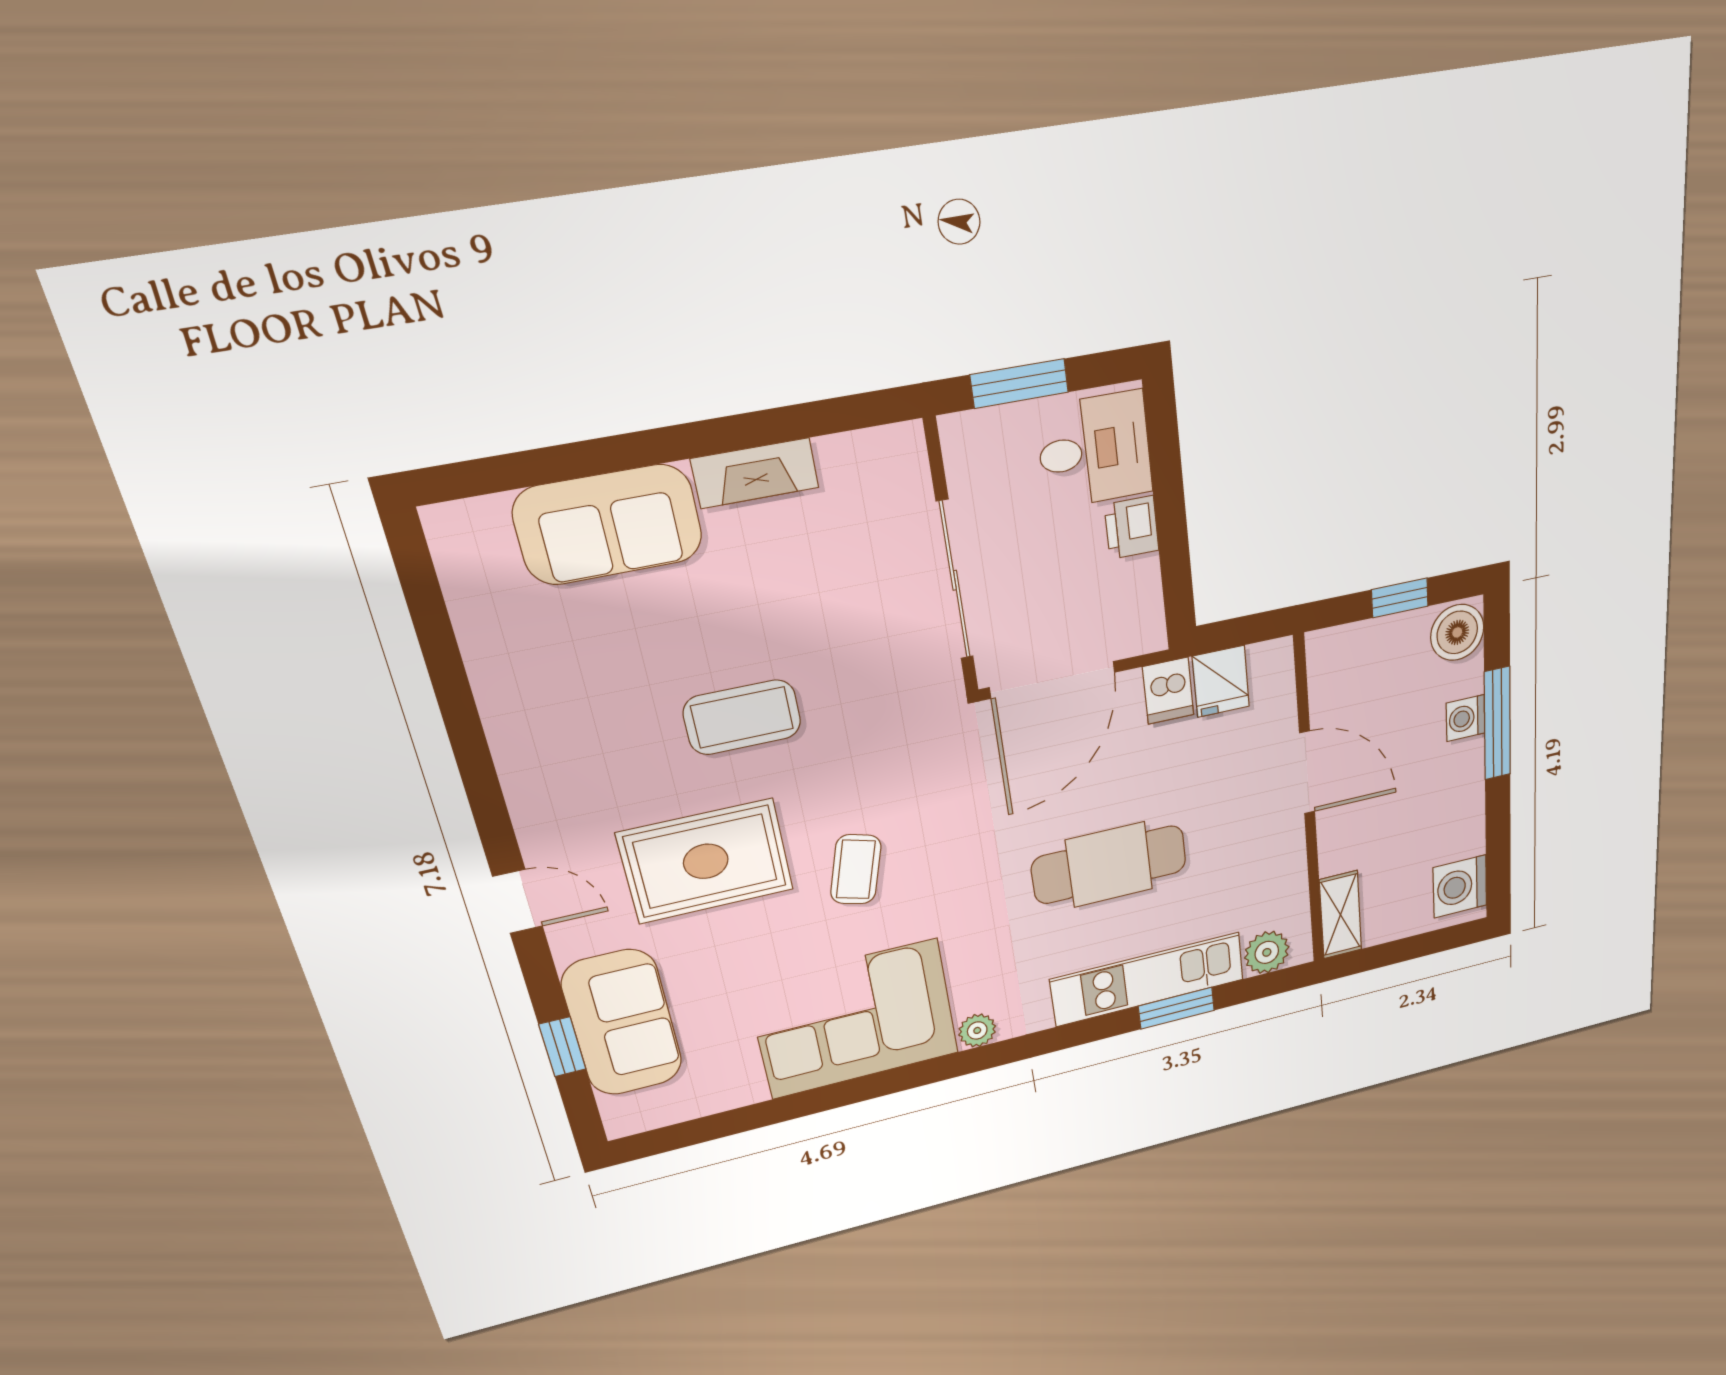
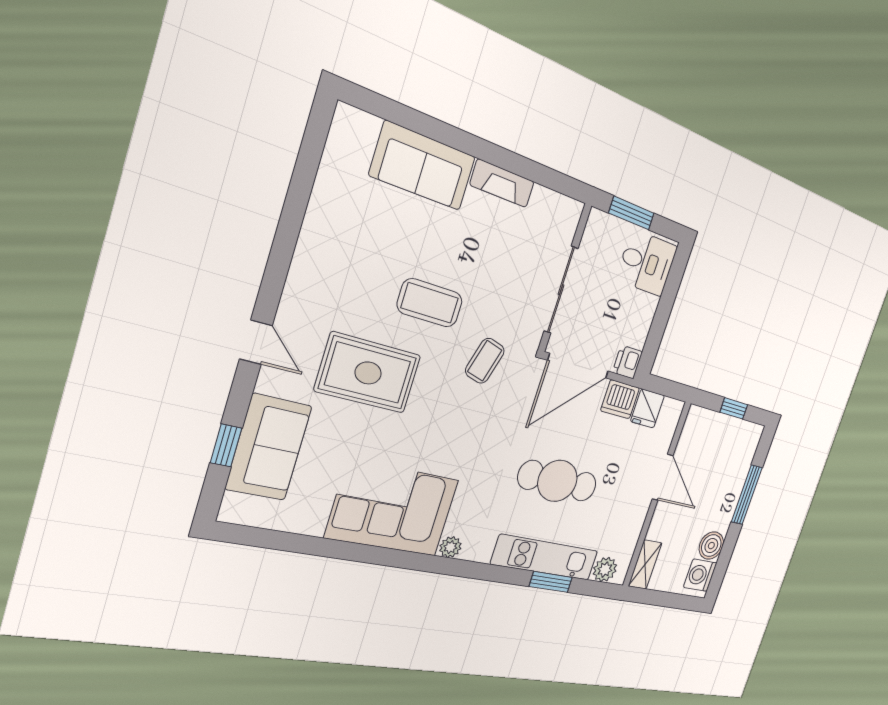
printer: (1132, 528) -> (627, 362), moved
boiler: (1457, 632) -> (711, 546), moved
dishwasher: (1168, 691) -> (620, 399), width x1.38
washing machine: (1466, 718) -> (736, 485), removed
coffee table: (856, 869) -> (485, 361), moved

